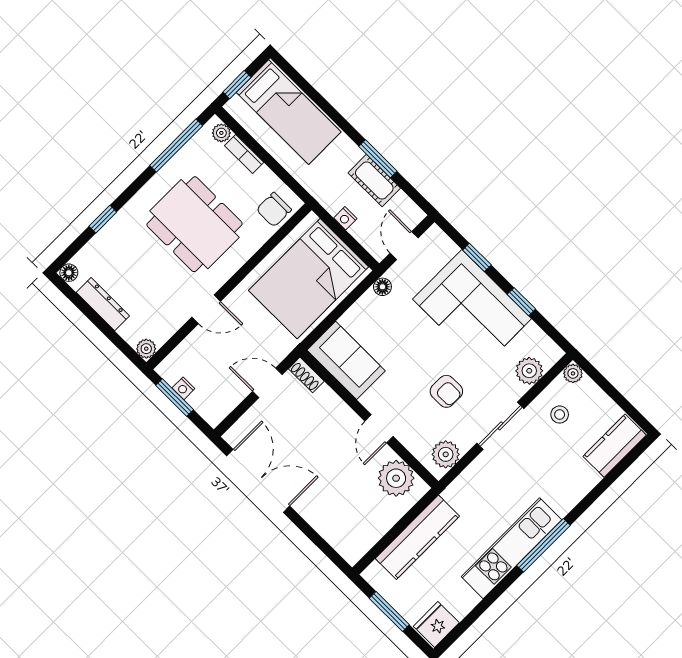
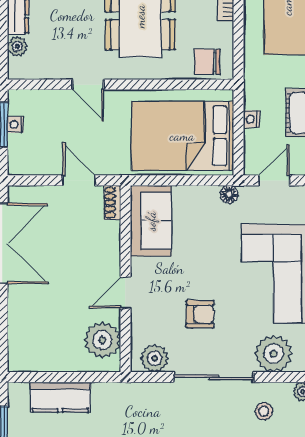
plant: (146, 349) -> (17, 46), moved
plant: (529, 371) -> (274, 354), width x1.36, depth x1.36
armchair: (446, 391) -> (200, 314), turned -90
sliding door: (500, 426) -> (214, 377), width x1.37
kitchen counter: (417, 537) -> (60, 397), width x0.67

